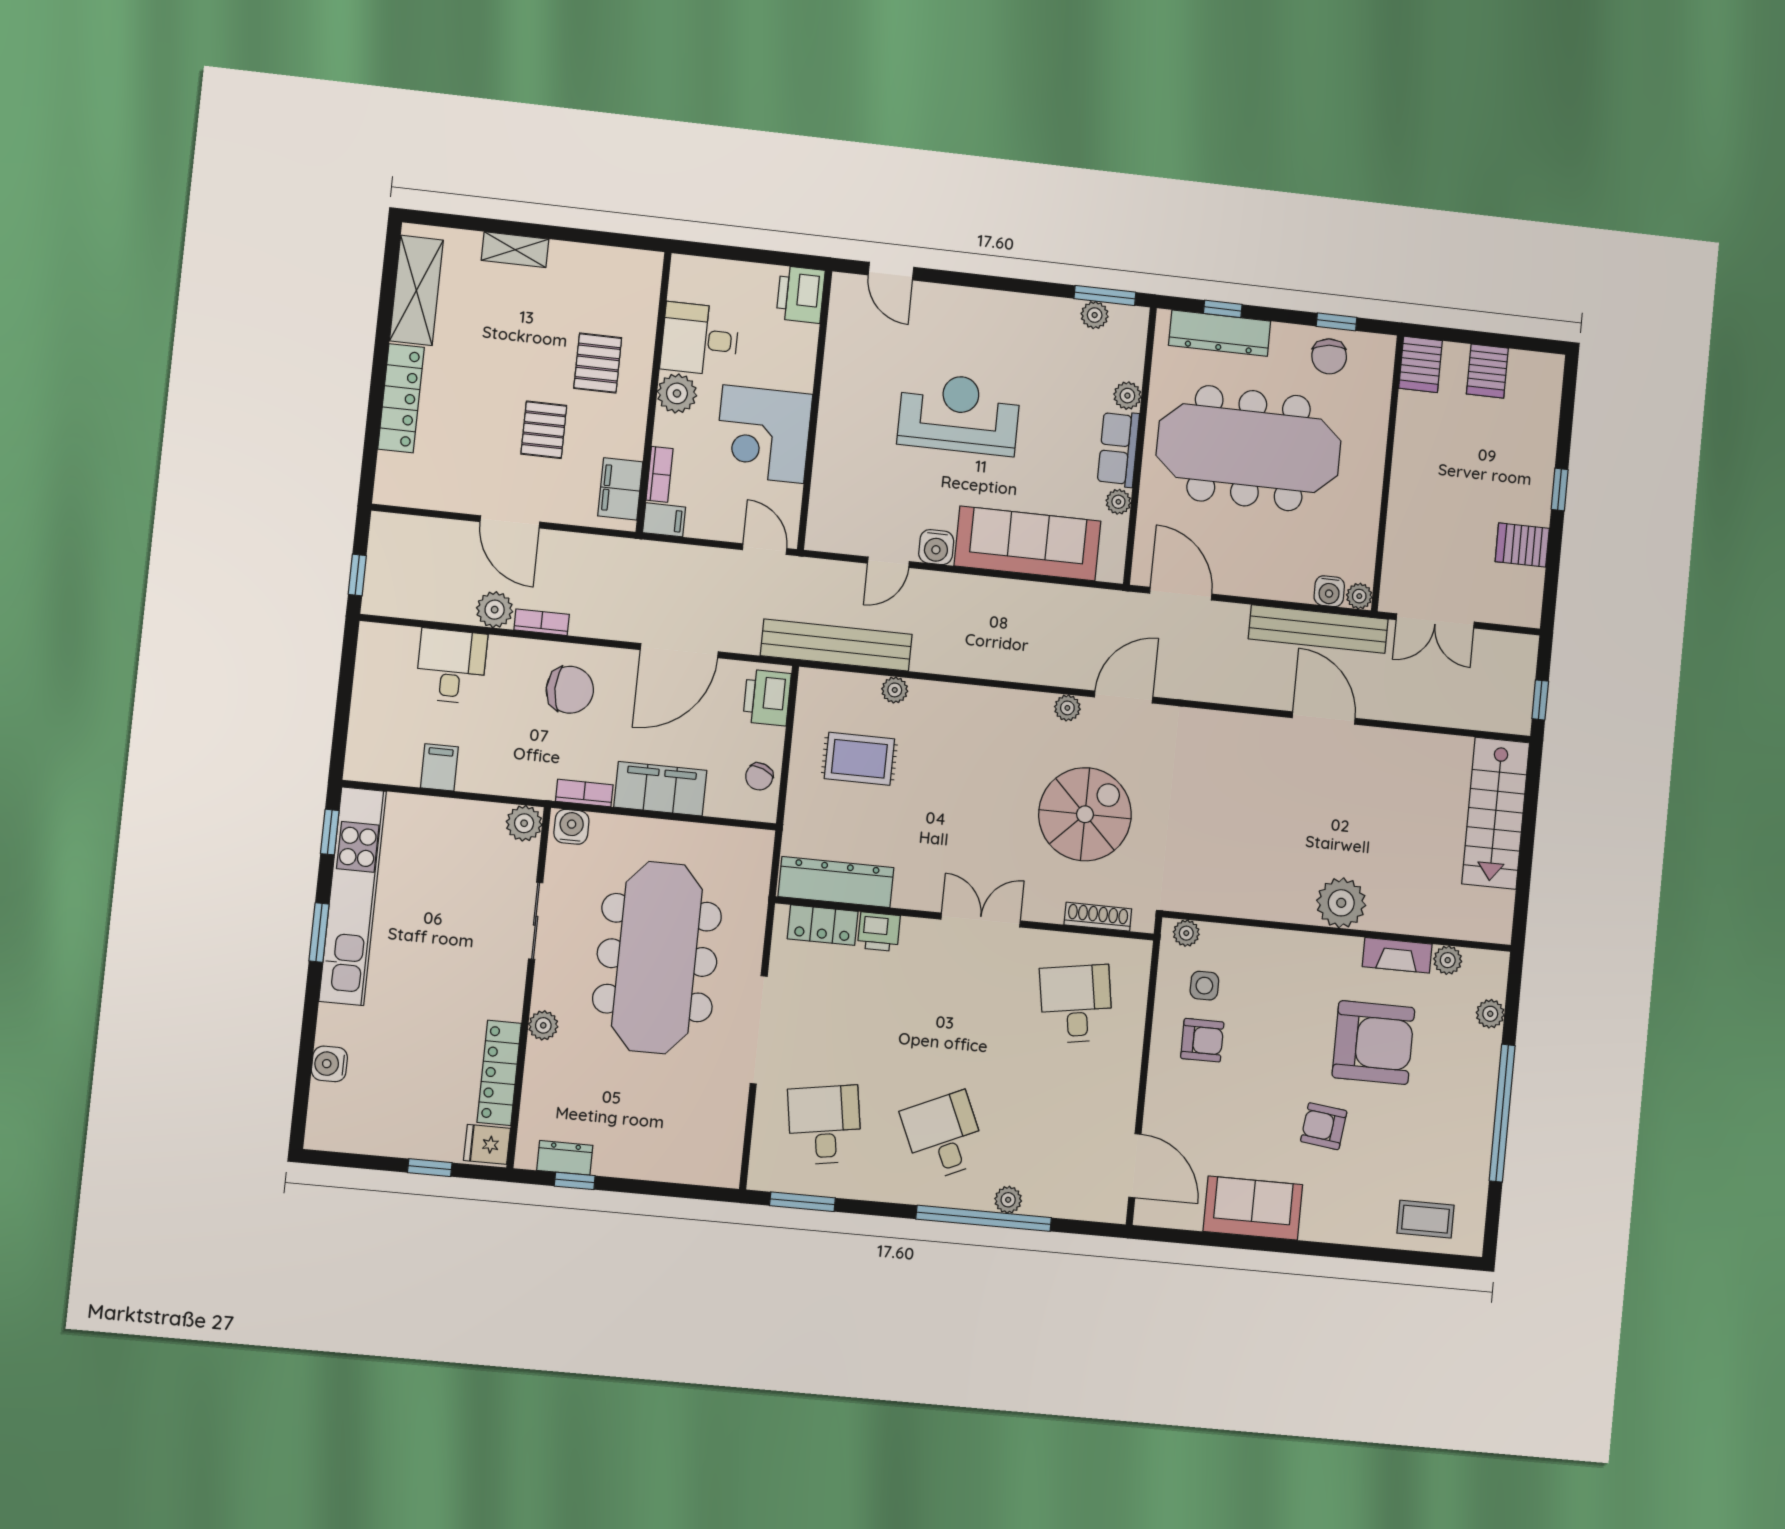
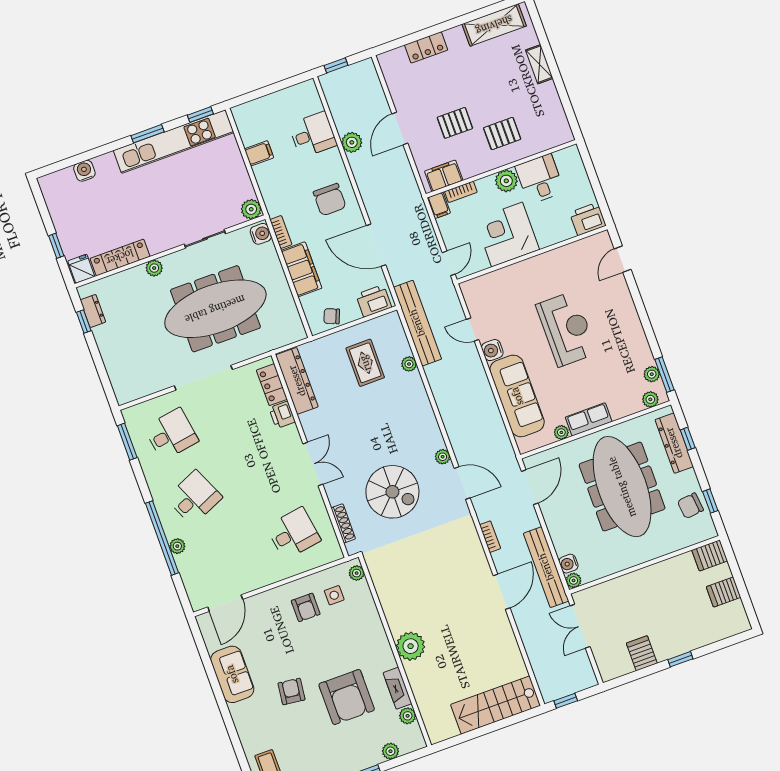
plant: (1127, 396) -> (650, 399), moved
locker: (401, 398) -> (426, 47), width x0.66
bookcase: (542, 622) -> (490, 537), moved

